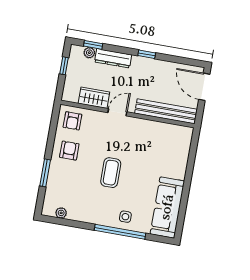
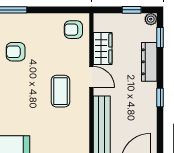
plant: (89, 53) -> (151, 19), moved
armchair: (69, 151) -> (16, 52), moved, turned 180
coffee table: (111, 173) -> (60, 91), moved, turned 90

